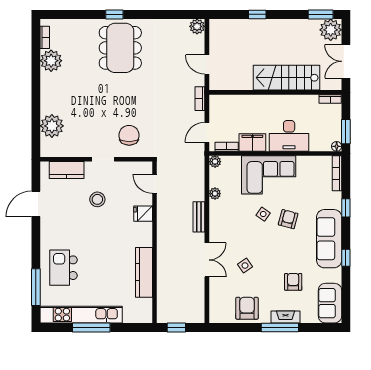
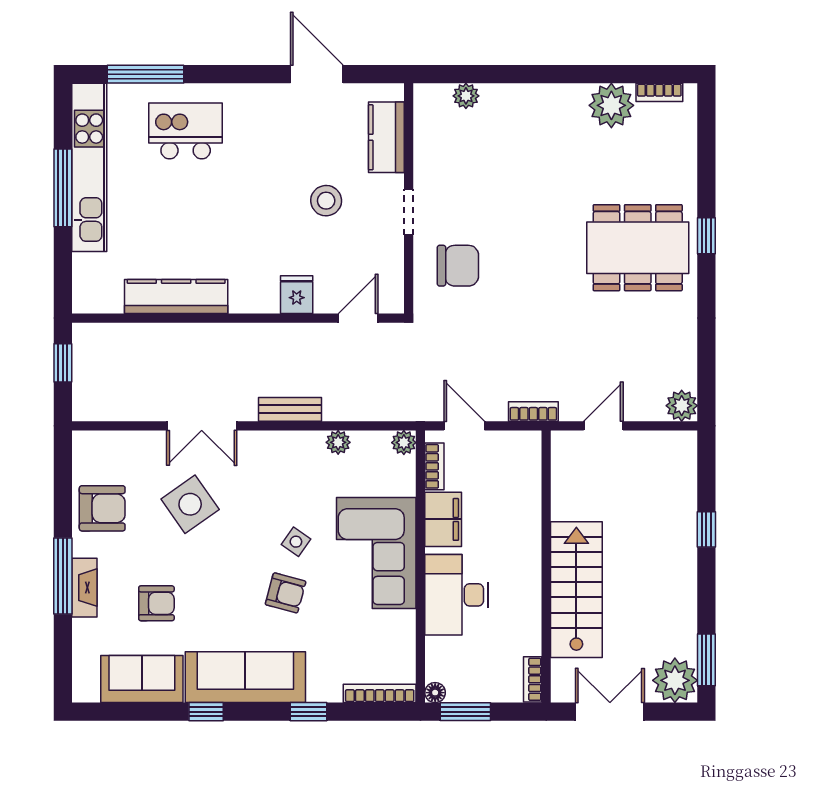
plant: (52, 126) -> (466, 96), width x0.53, depth x0.53
side table: (245, 266) -> (190, 504), width x1.87, depth x1.87
sofa: (330, 303) -> (142, 679), moved

